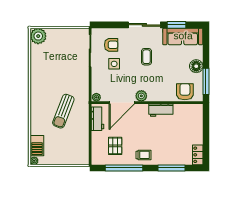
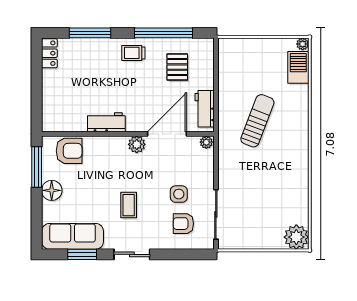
sliding door: (144, 25) -> (132, 254), width x0.73
armchair: (185, 92) -> (69, 151), turned -90

